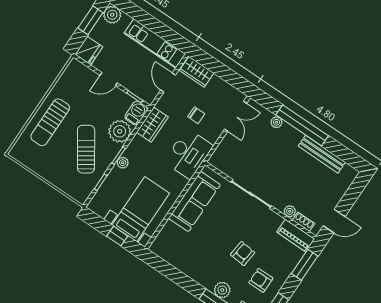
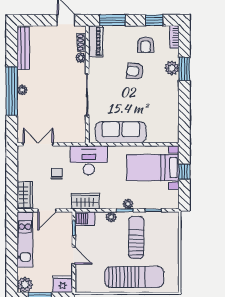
sun lounger: (50, 122) -> (134, 277), width x1.36, depth x1.34
plant: (276, 122) -> (22, 90), moved
plant: (120, 131) -> (111, 217), width x0.53, depth x0.53
sun lounger: (86, 149) -> (136, 237), turned 124
bench: (322, 154) -> (23, 48), moved

